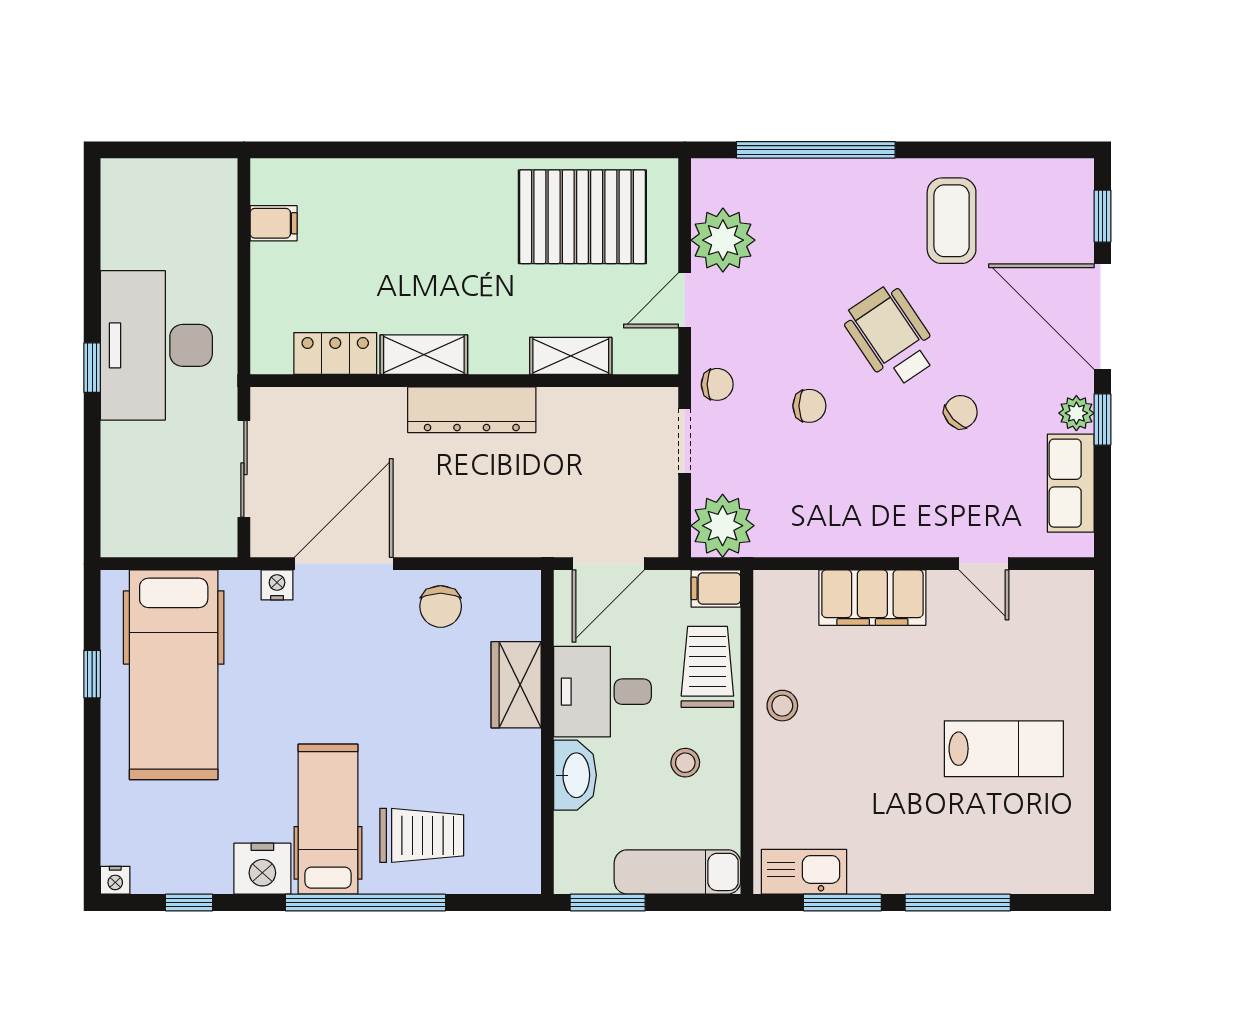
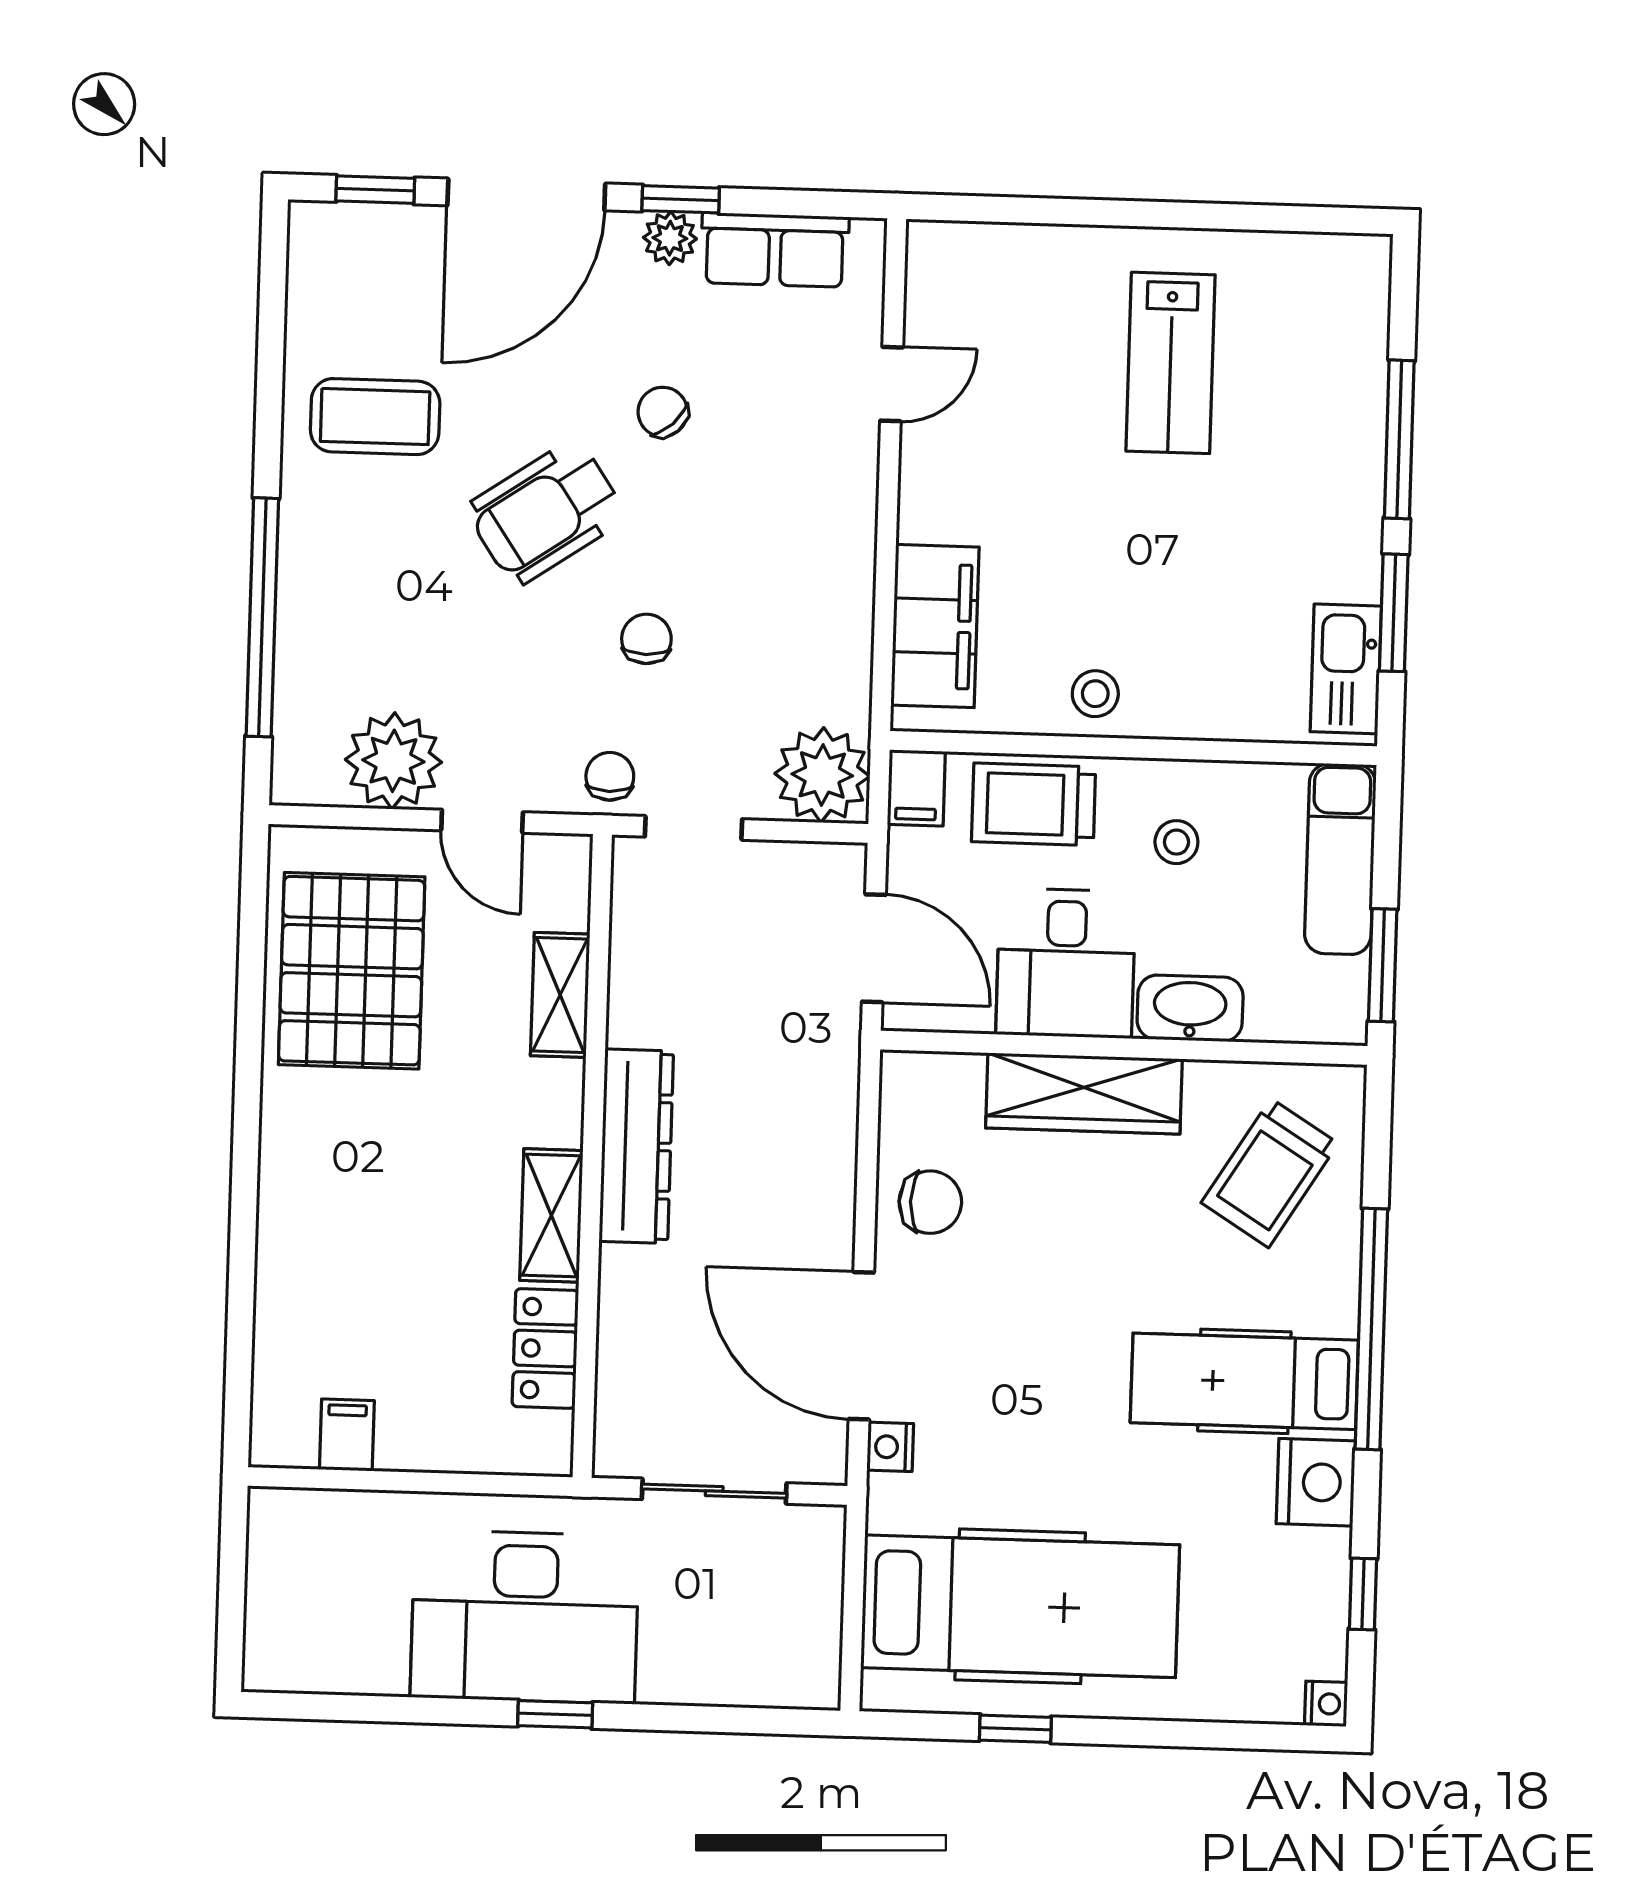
filing cabinet: (872, 598) -> (935, 626), moved
wardrobe: (516, 685) -> (1084, 1093), width x1.50
lab bench: (1004, 749) -> (1170, 363), turned 180
trolley: (422, 835) -> (1270, 1173), moved, turned -148

